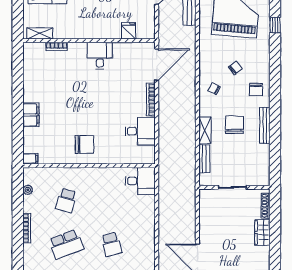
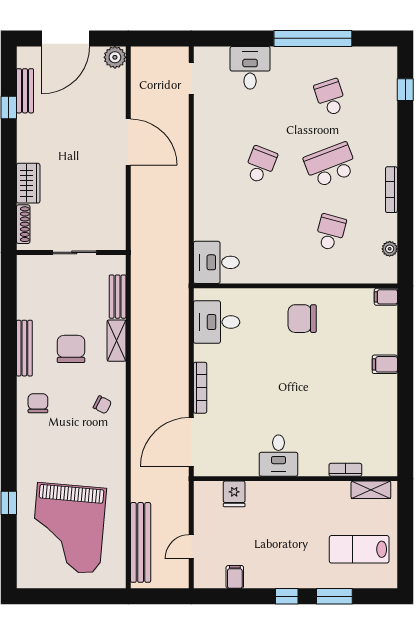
chair: (235, 68) -> (70, 437), removed
filing cabinet: (31, 115) -> (385, 364), width x0.50
chair: (235, 125) -> (71, 349), turned 180
desk: (140, 131) -> (217, 322), moved
school desk: (112, 244) -> (260, 165), turned 36

